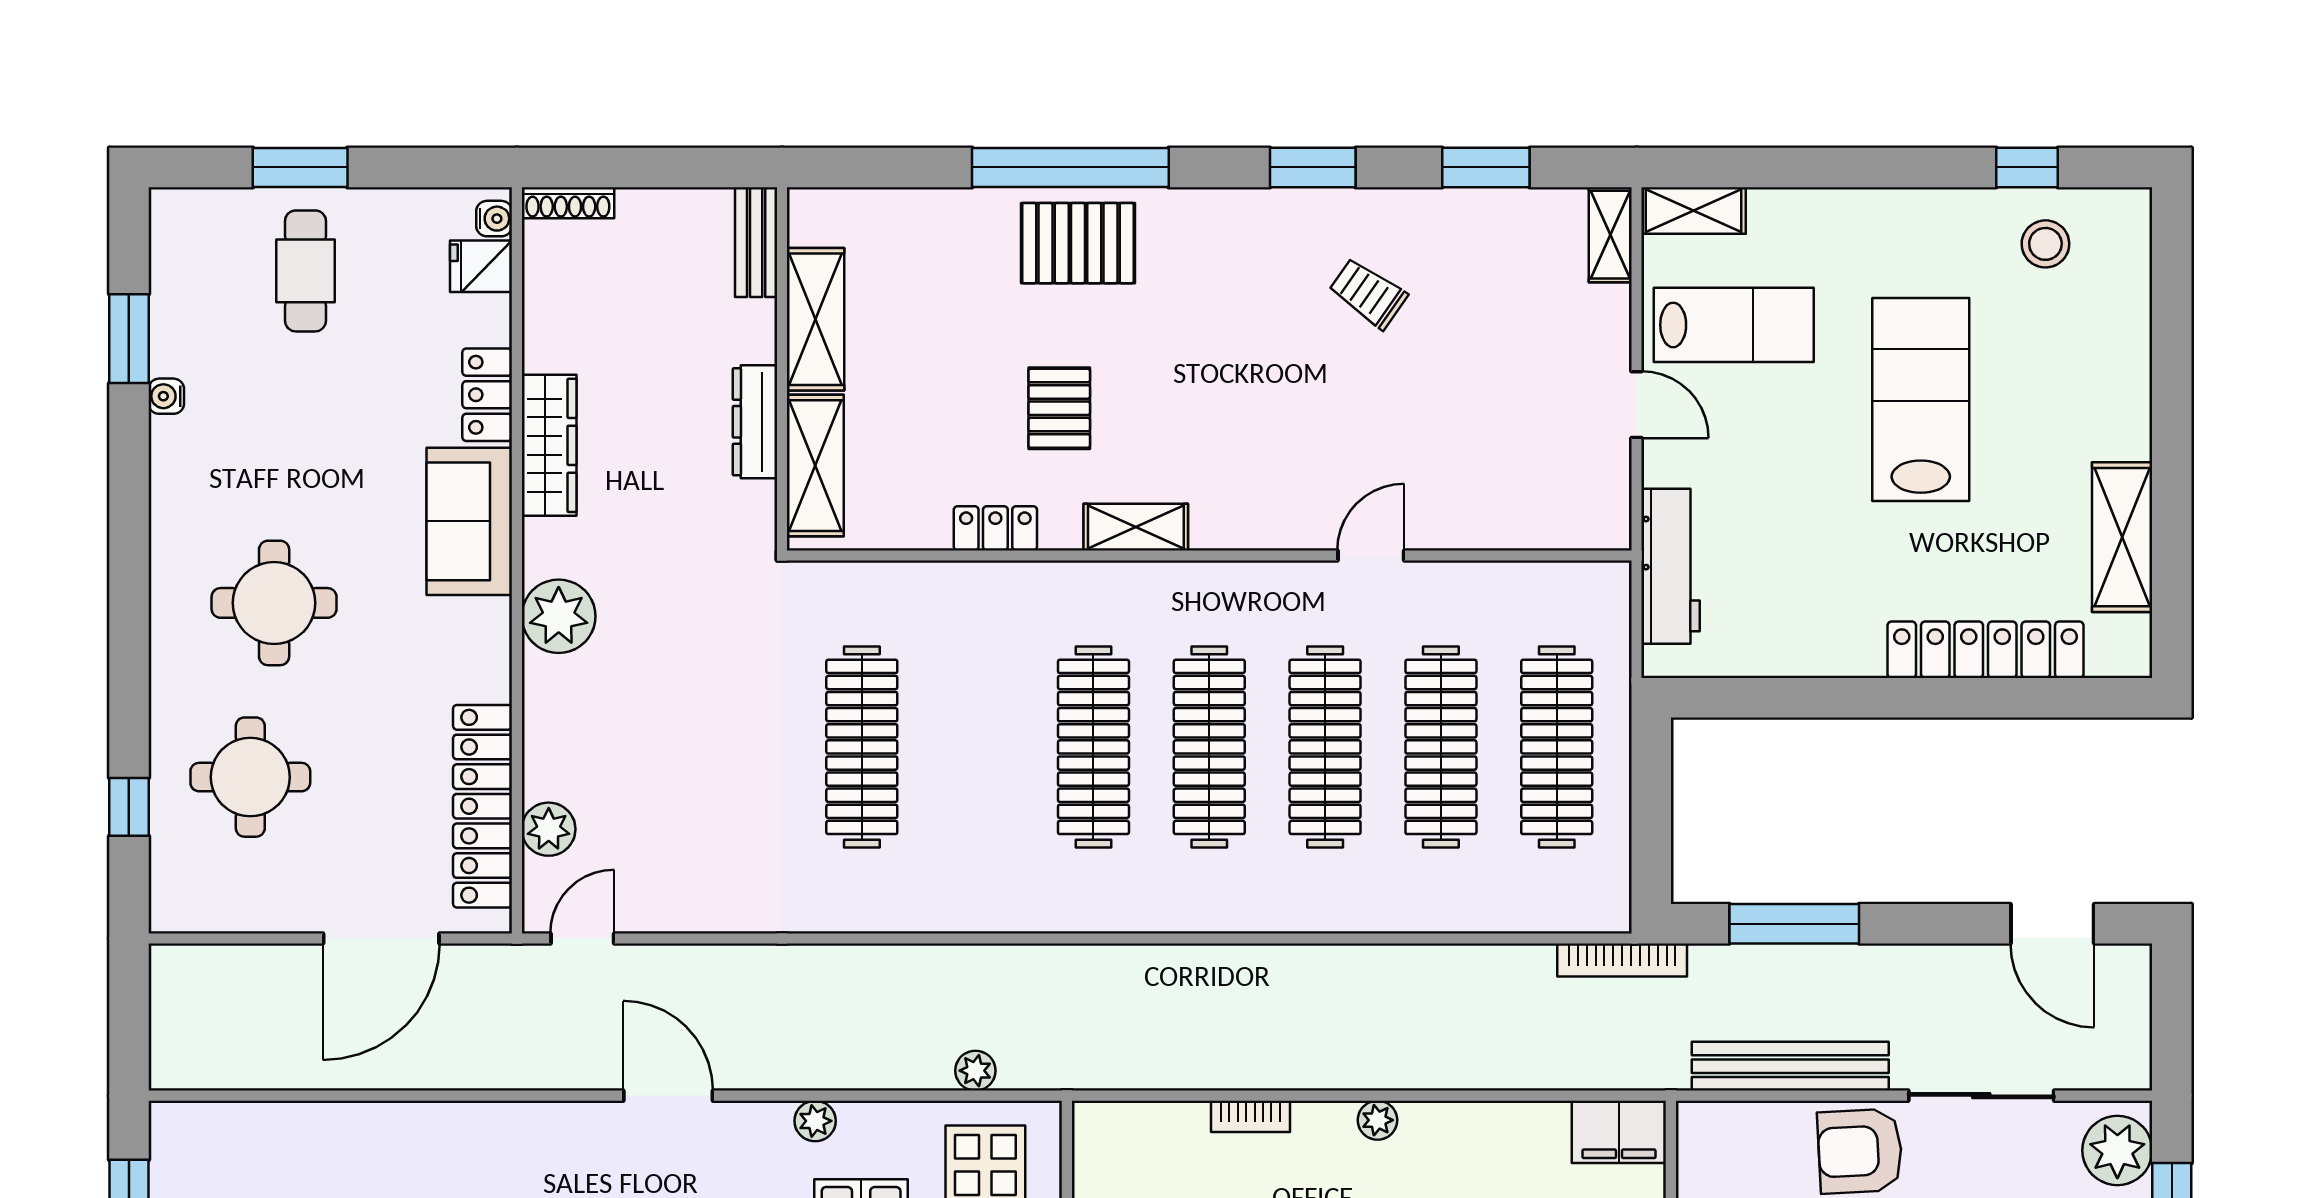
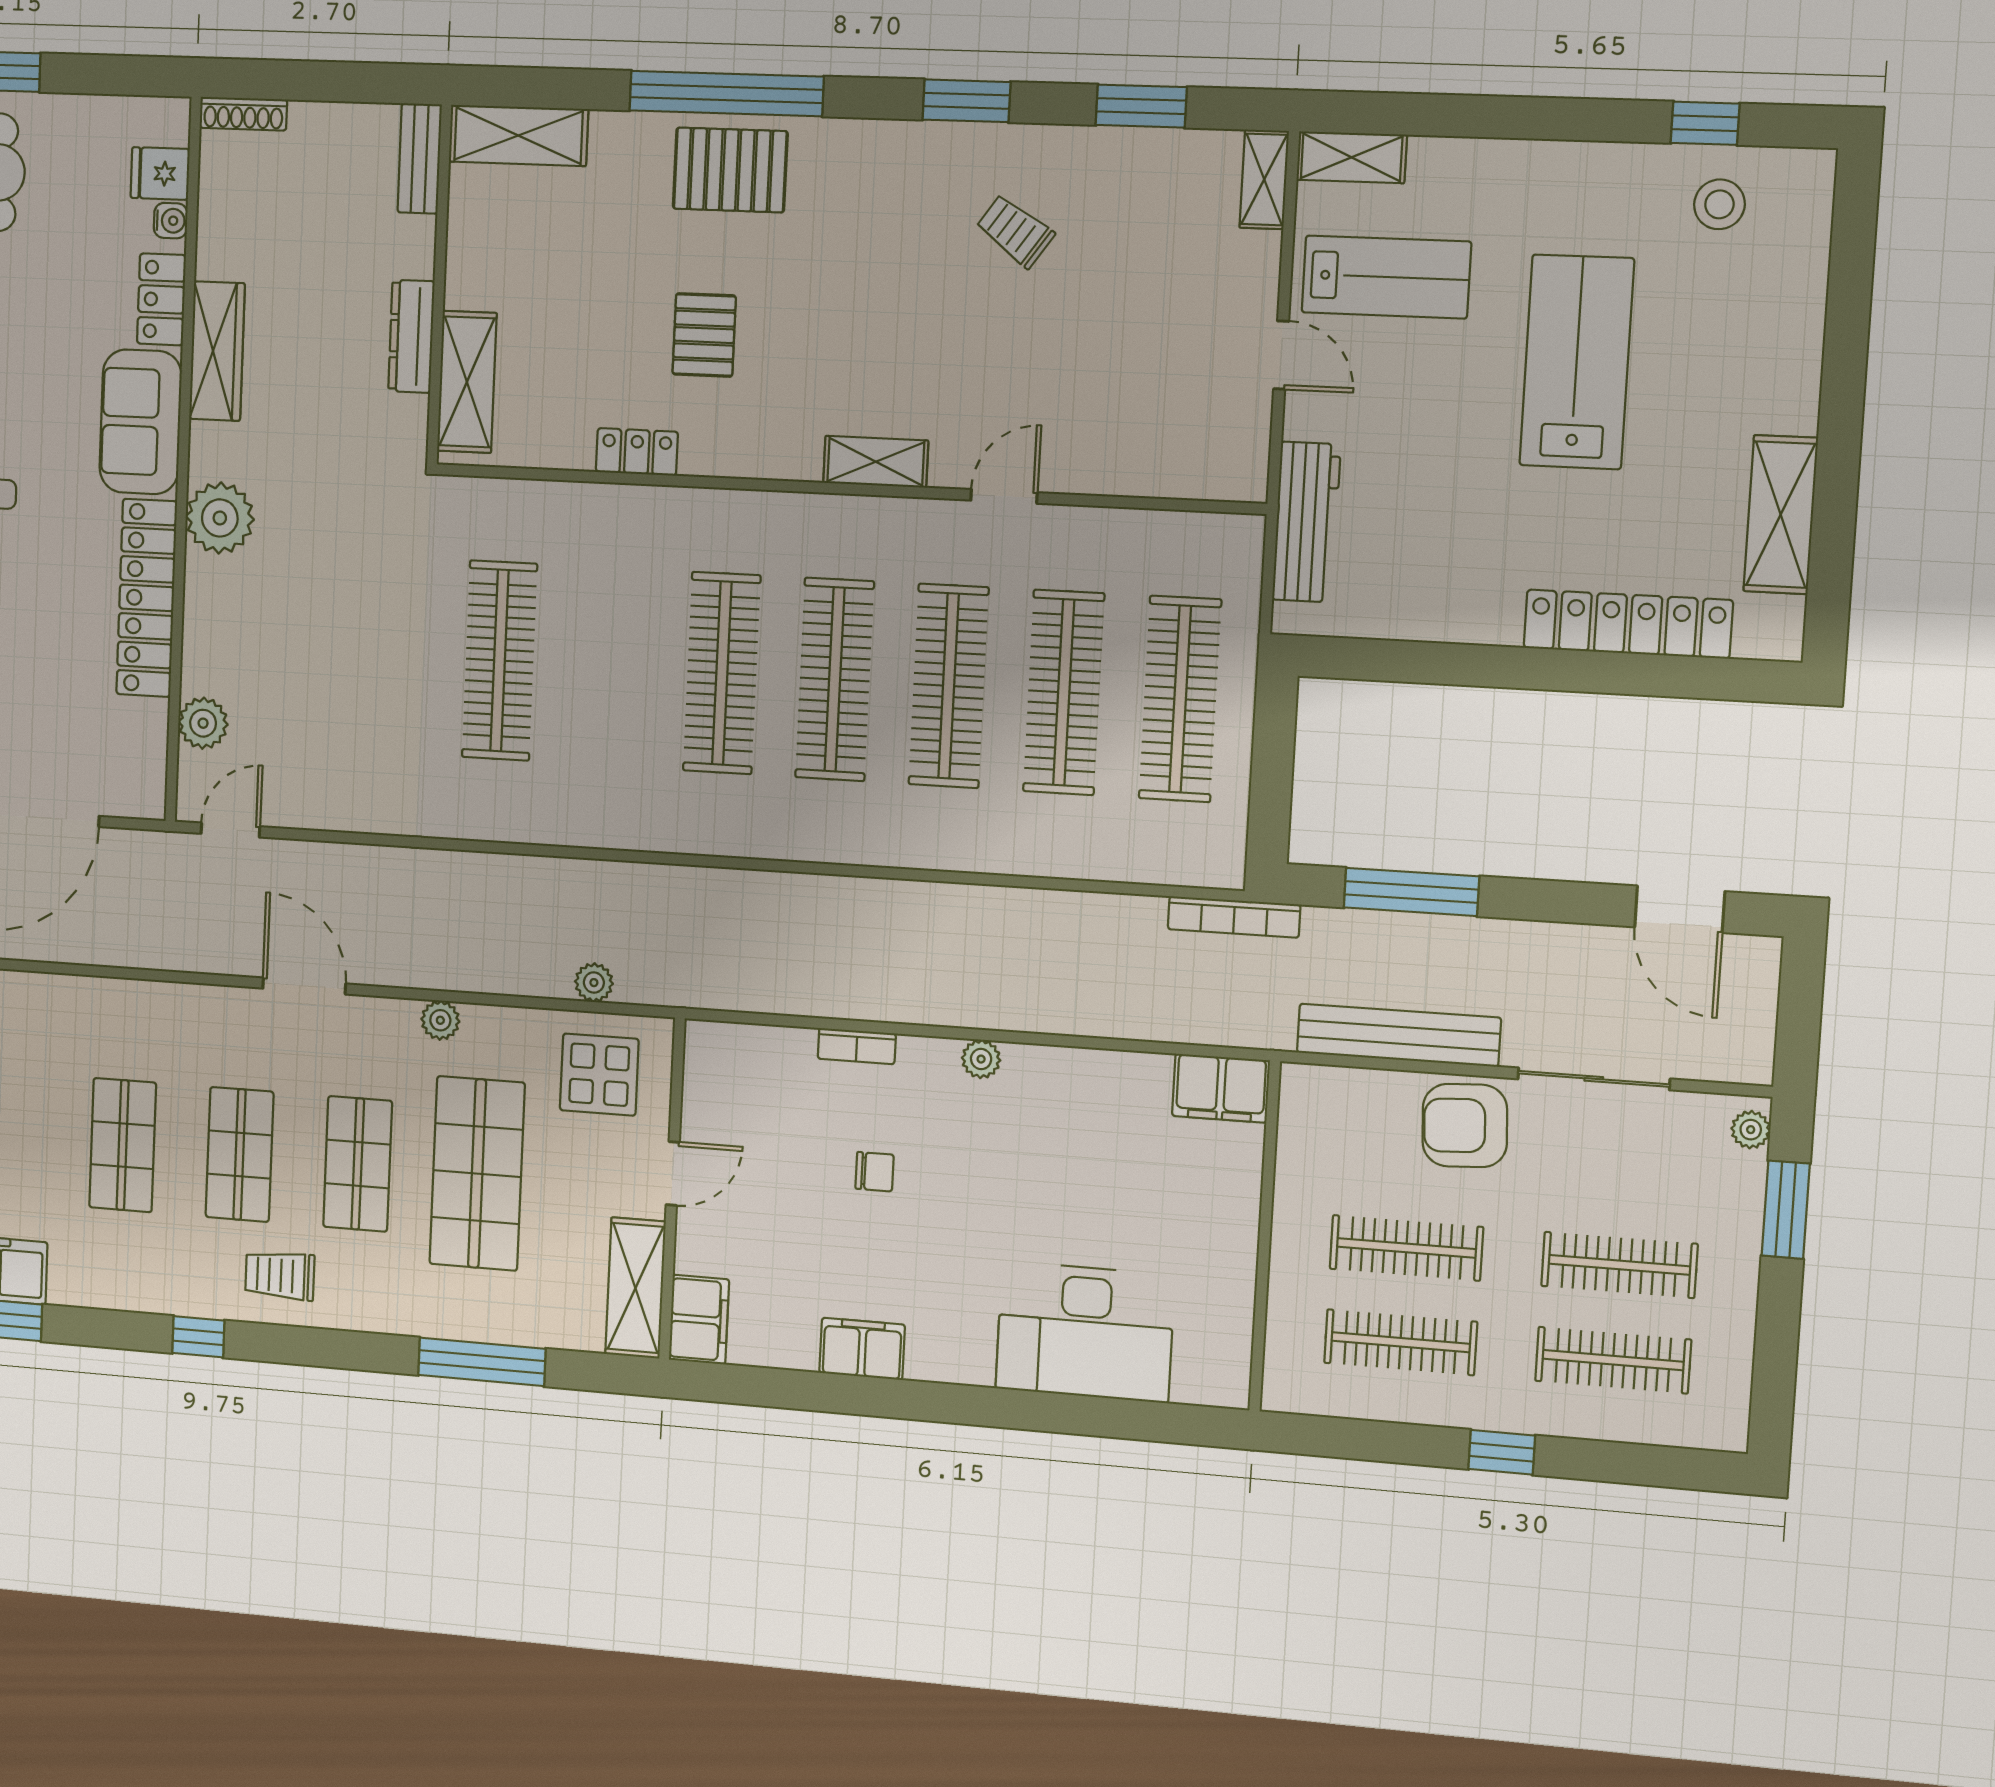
water cooler: (494, 219) -> (171, 221), moved
shelving: (816, 319) -> (518, 135), moved, turned 90
shelving: (1136, 527) -> (876, 462), moved
locker: (483, 806) -> (147, 598), moved
plant: (2117, 1150) -> (1751, 1130), width x0.53, depth x0.53

